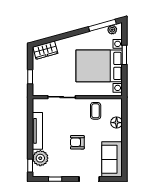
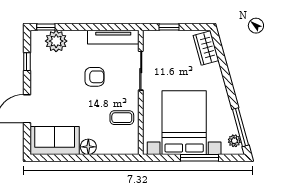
window: (124, 55) -> (199, 158), width x1.44
floor lamp: (117, 123) -> (88, 147), moved
tv unit: (37, 131) -> (113, 37), moved
armchair: (77, 142) -> (94, 77), moved, turned 90

